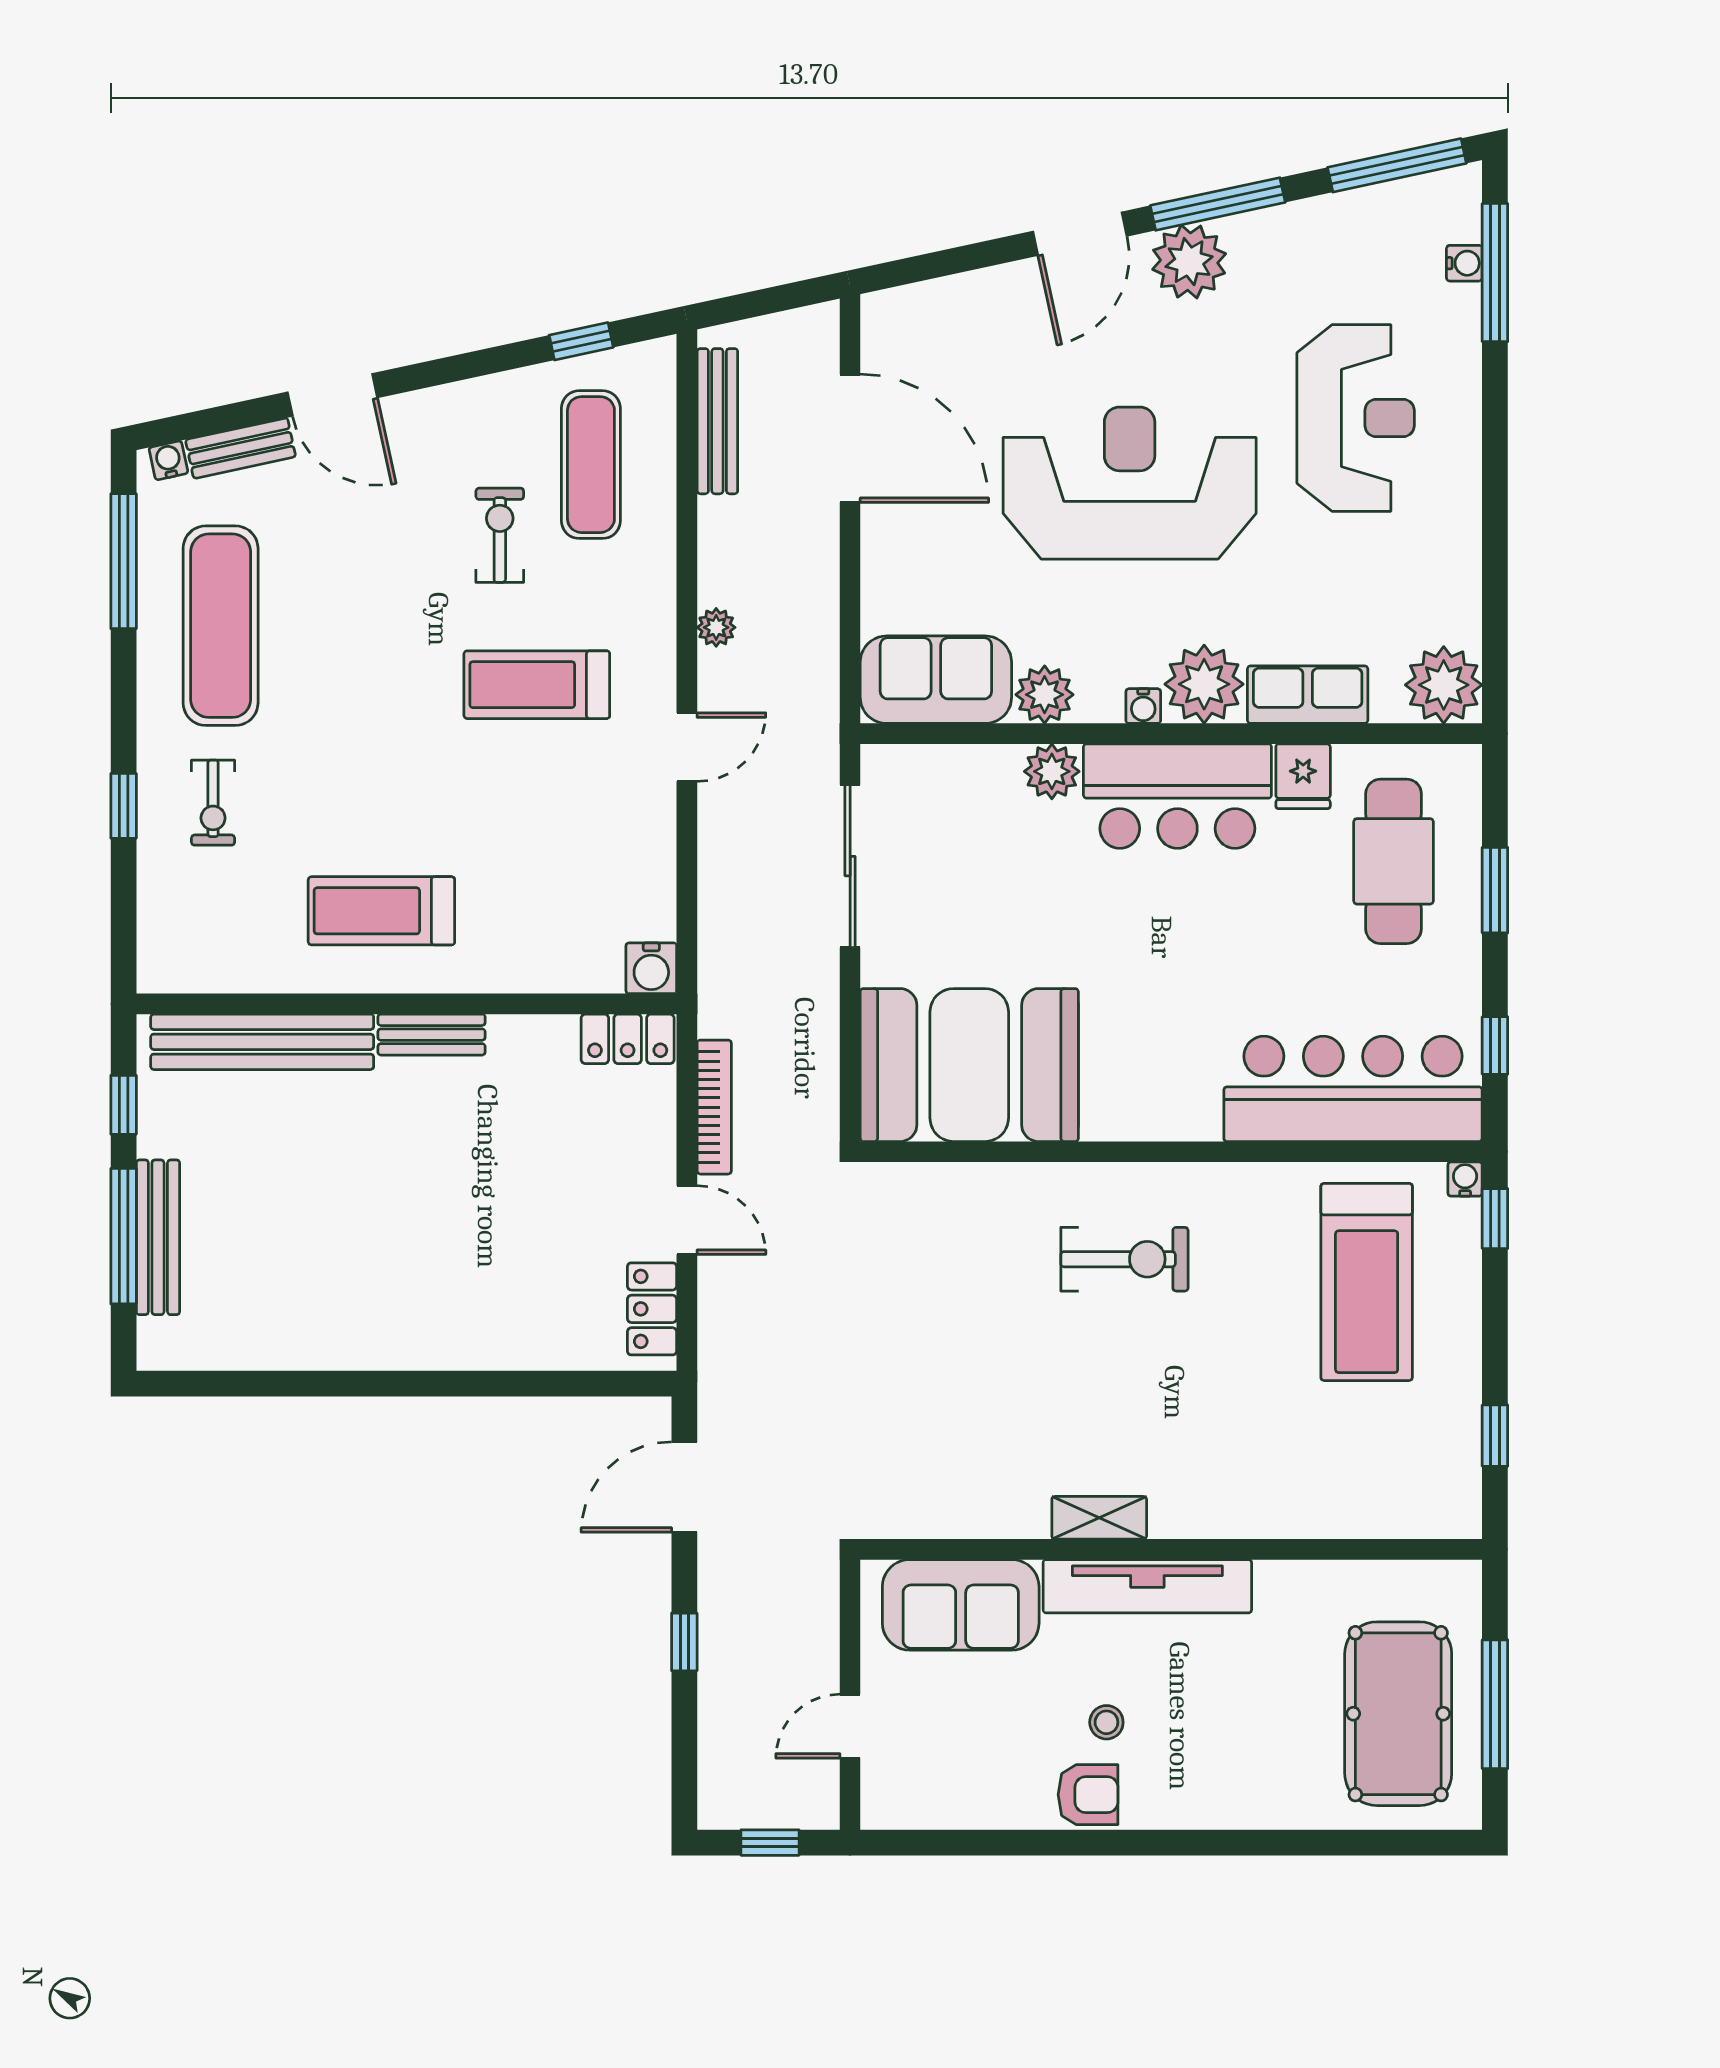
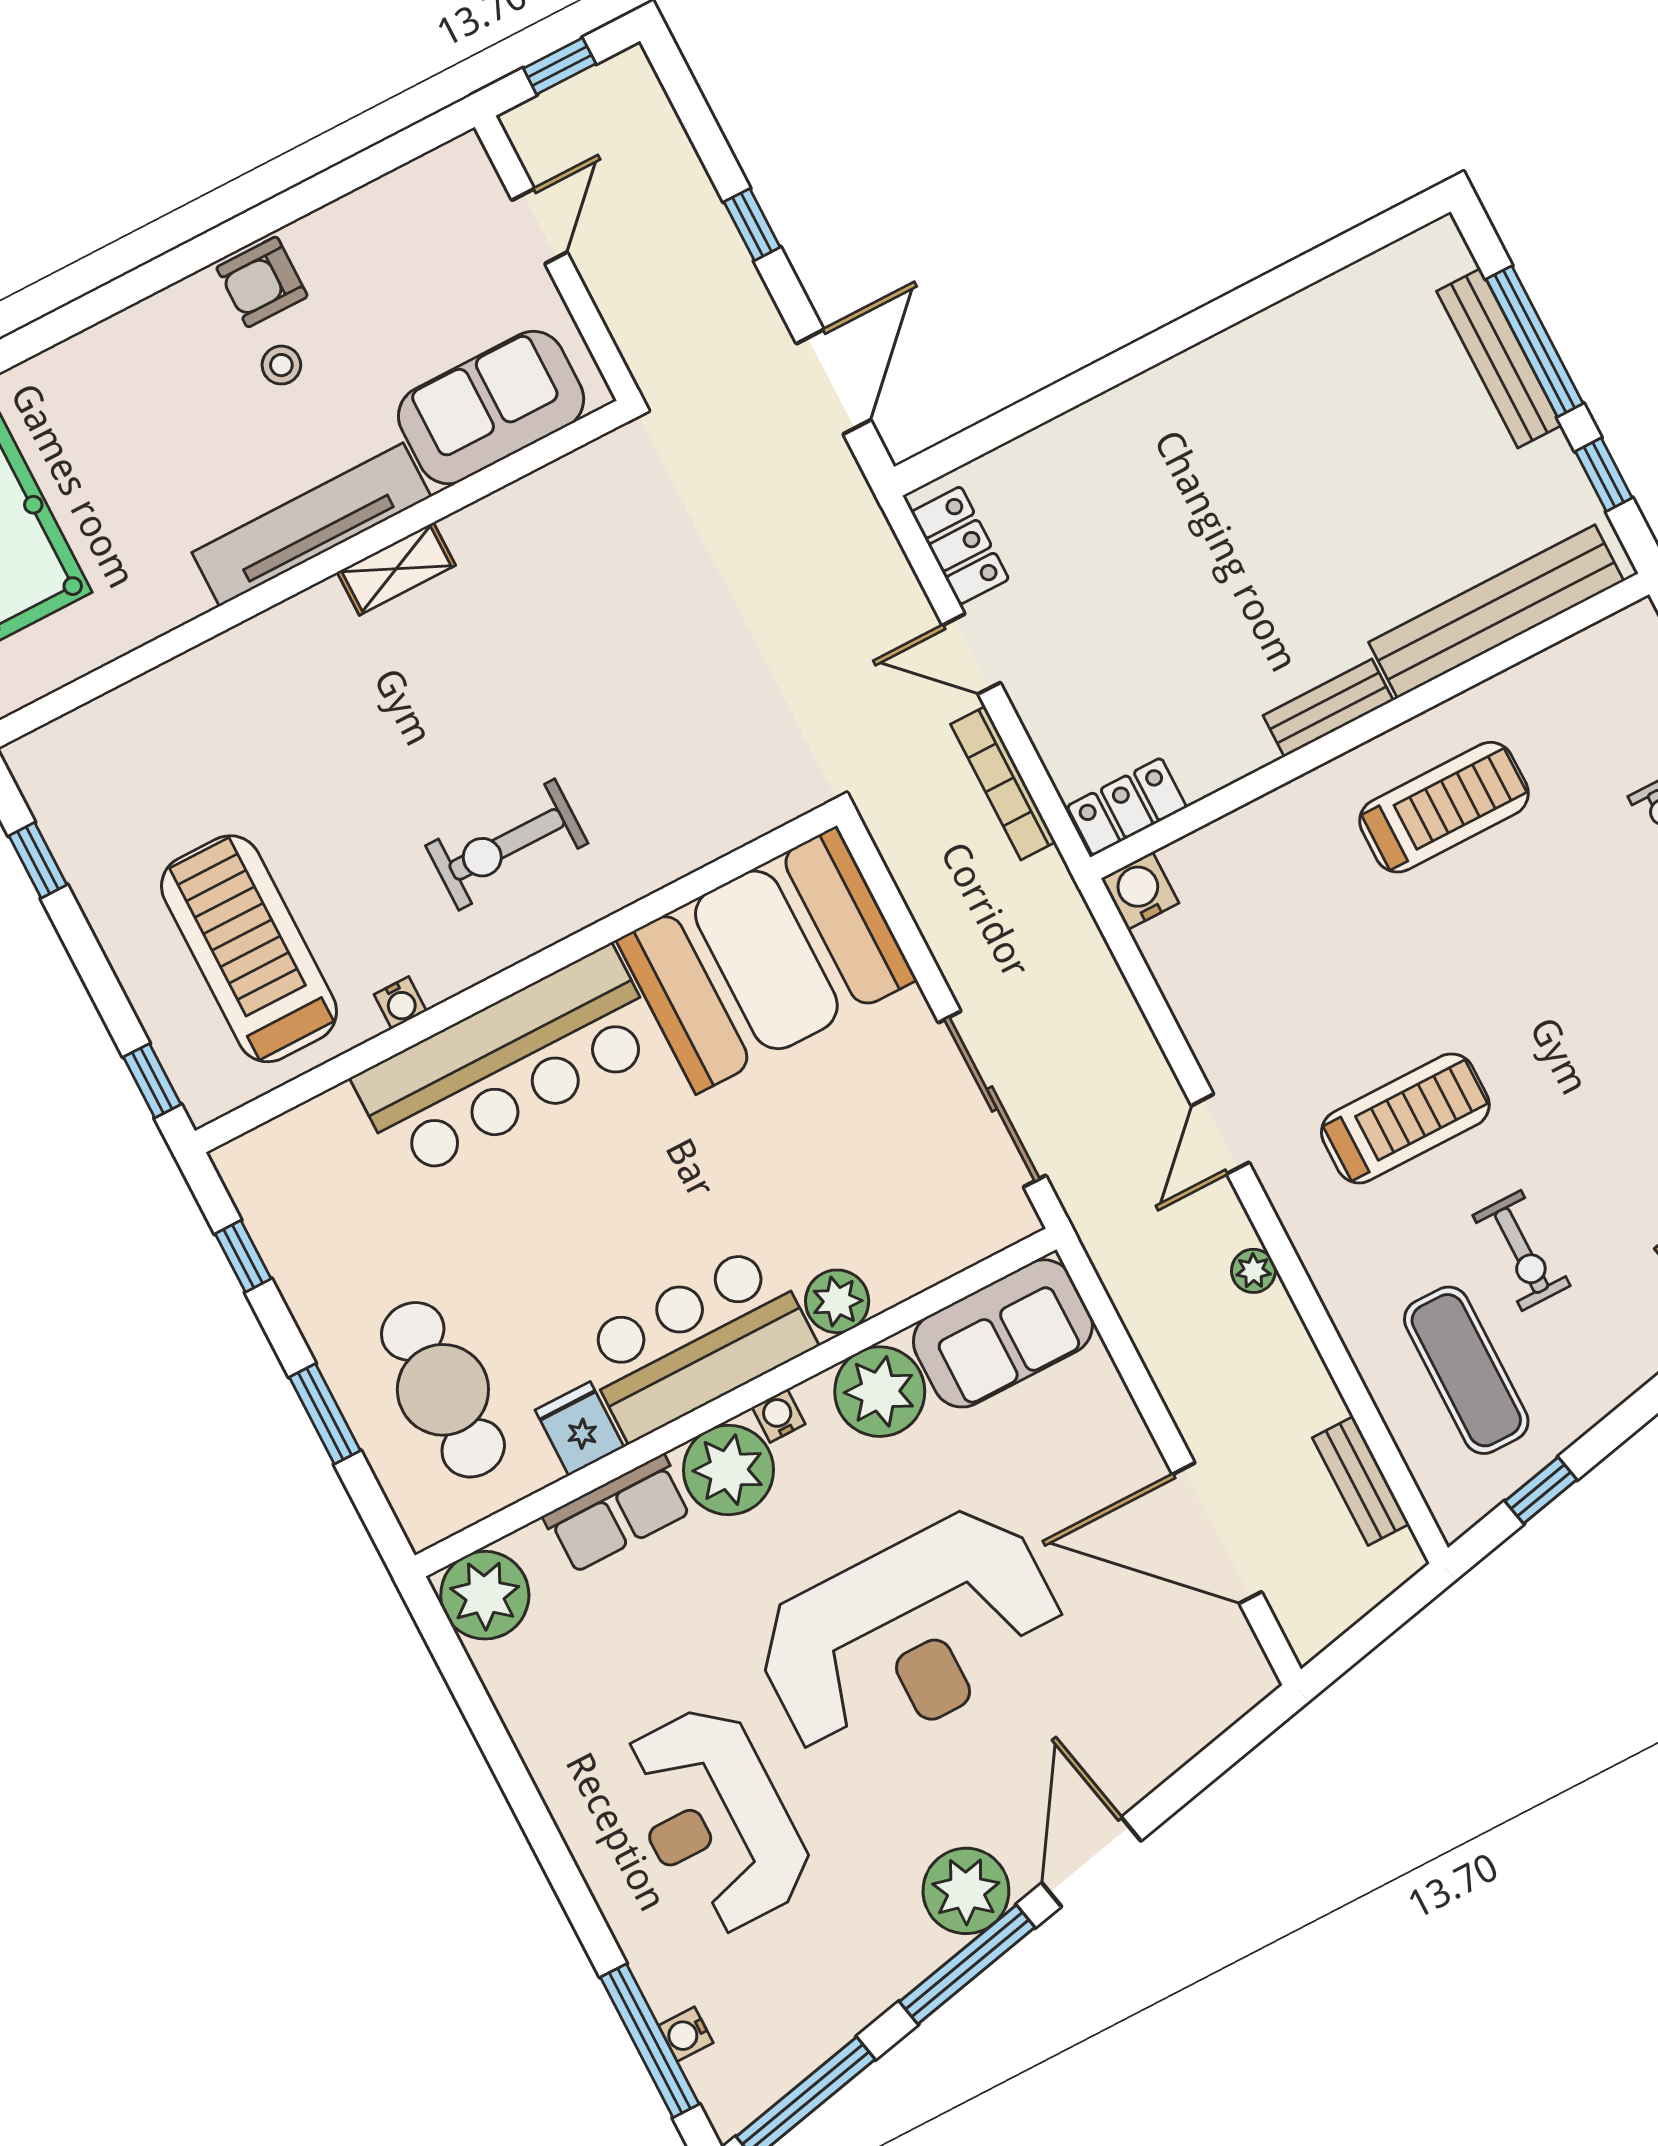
bench: (717, 421) -> (1361, 1481), width x0.73
plant: (1045, 695) -> (880, 1392), width x1.36, depth x1.36
bar counter: (1353, 1089) -> (508, 1063), moved
water cooler: (1465, 1179) -> (400, 1003), moved

